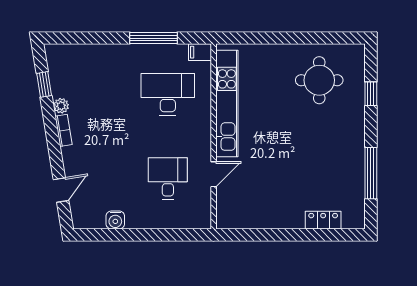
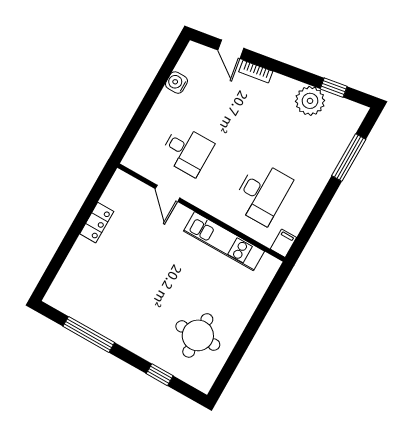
window: (153, 38) -> (349, 158), moved
kitchen unit: (227, 103) -> (224, 241), width x0.73
plant: (61, 106) -> (310, 101), width x1.87, depth x1.87
bookcase: (63, 130) -> (256, 72), moved
locker: (323, 220) -> (97, 223), moved

